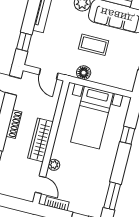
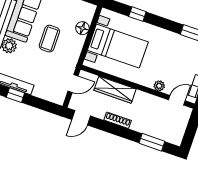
window: (24, 42) -> (15, 95), moved
floor lamp: (84, 73) -> (82, 28), moved
wardrobe: (40, 140) -> (115, 90), moved

